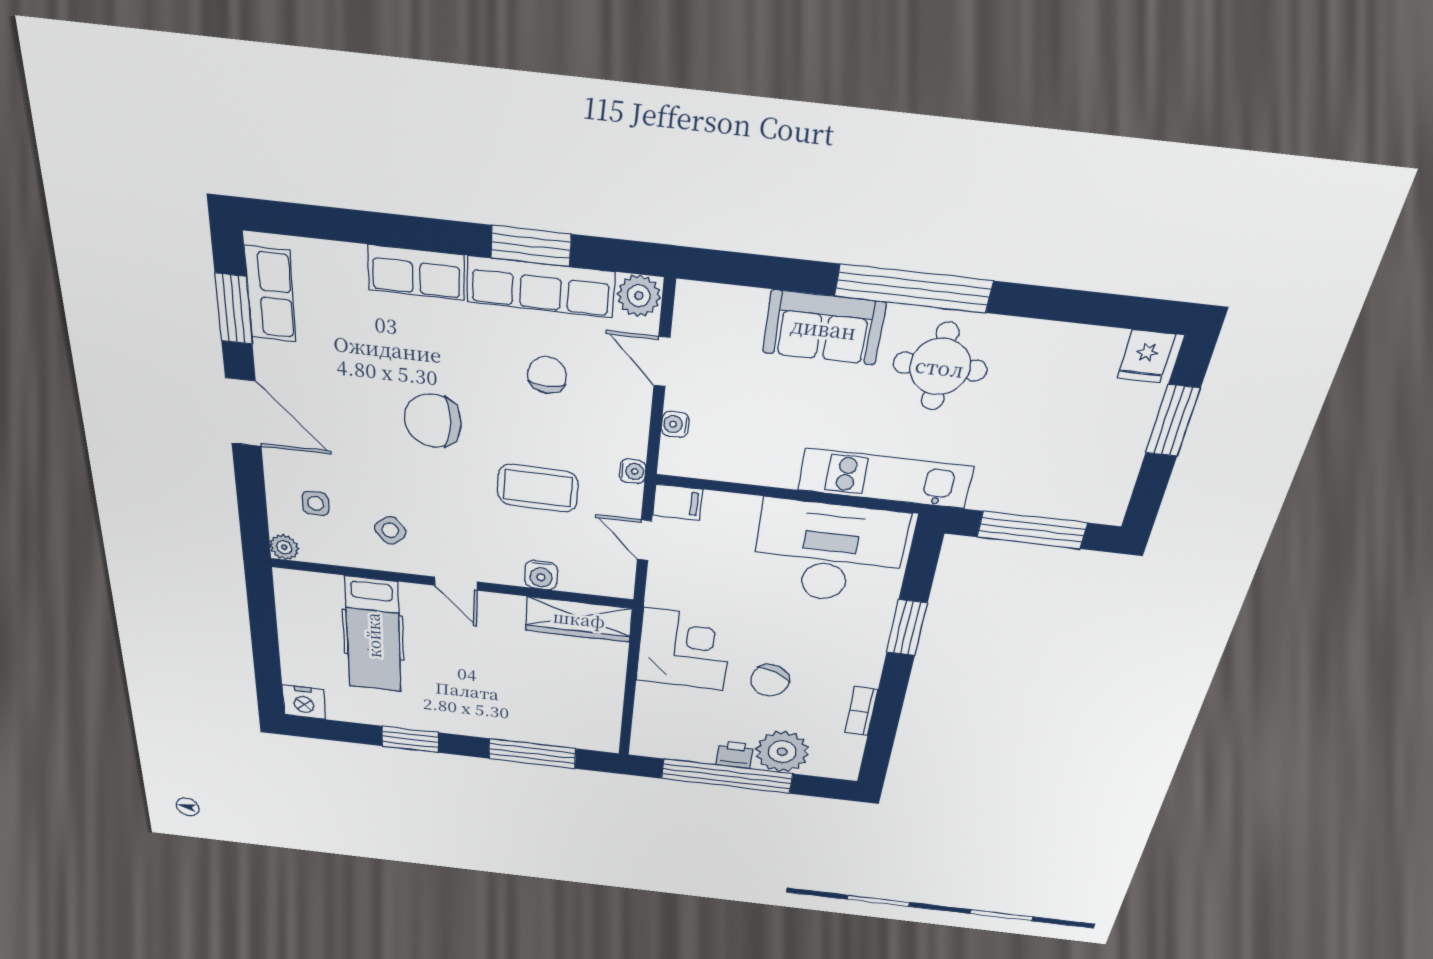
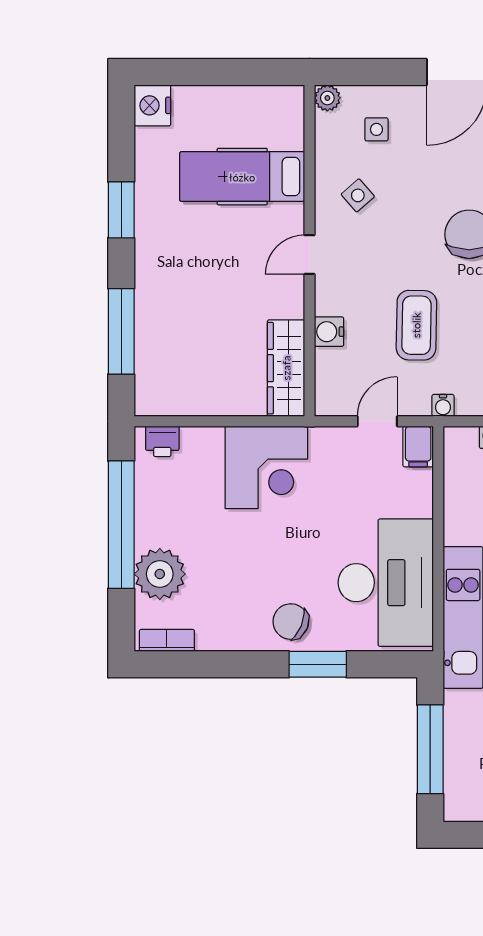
chair: (770, 680) -> (291, 622), moved
bookcase: (861, 711) -> (167, 640), moved
printer: (735, 755) -> (162, 441), moved, turned 90

